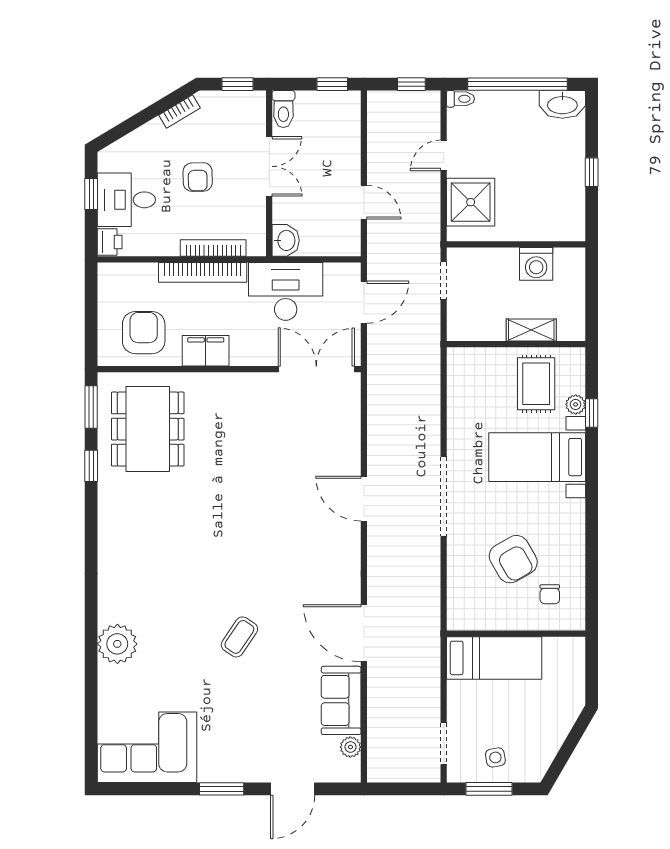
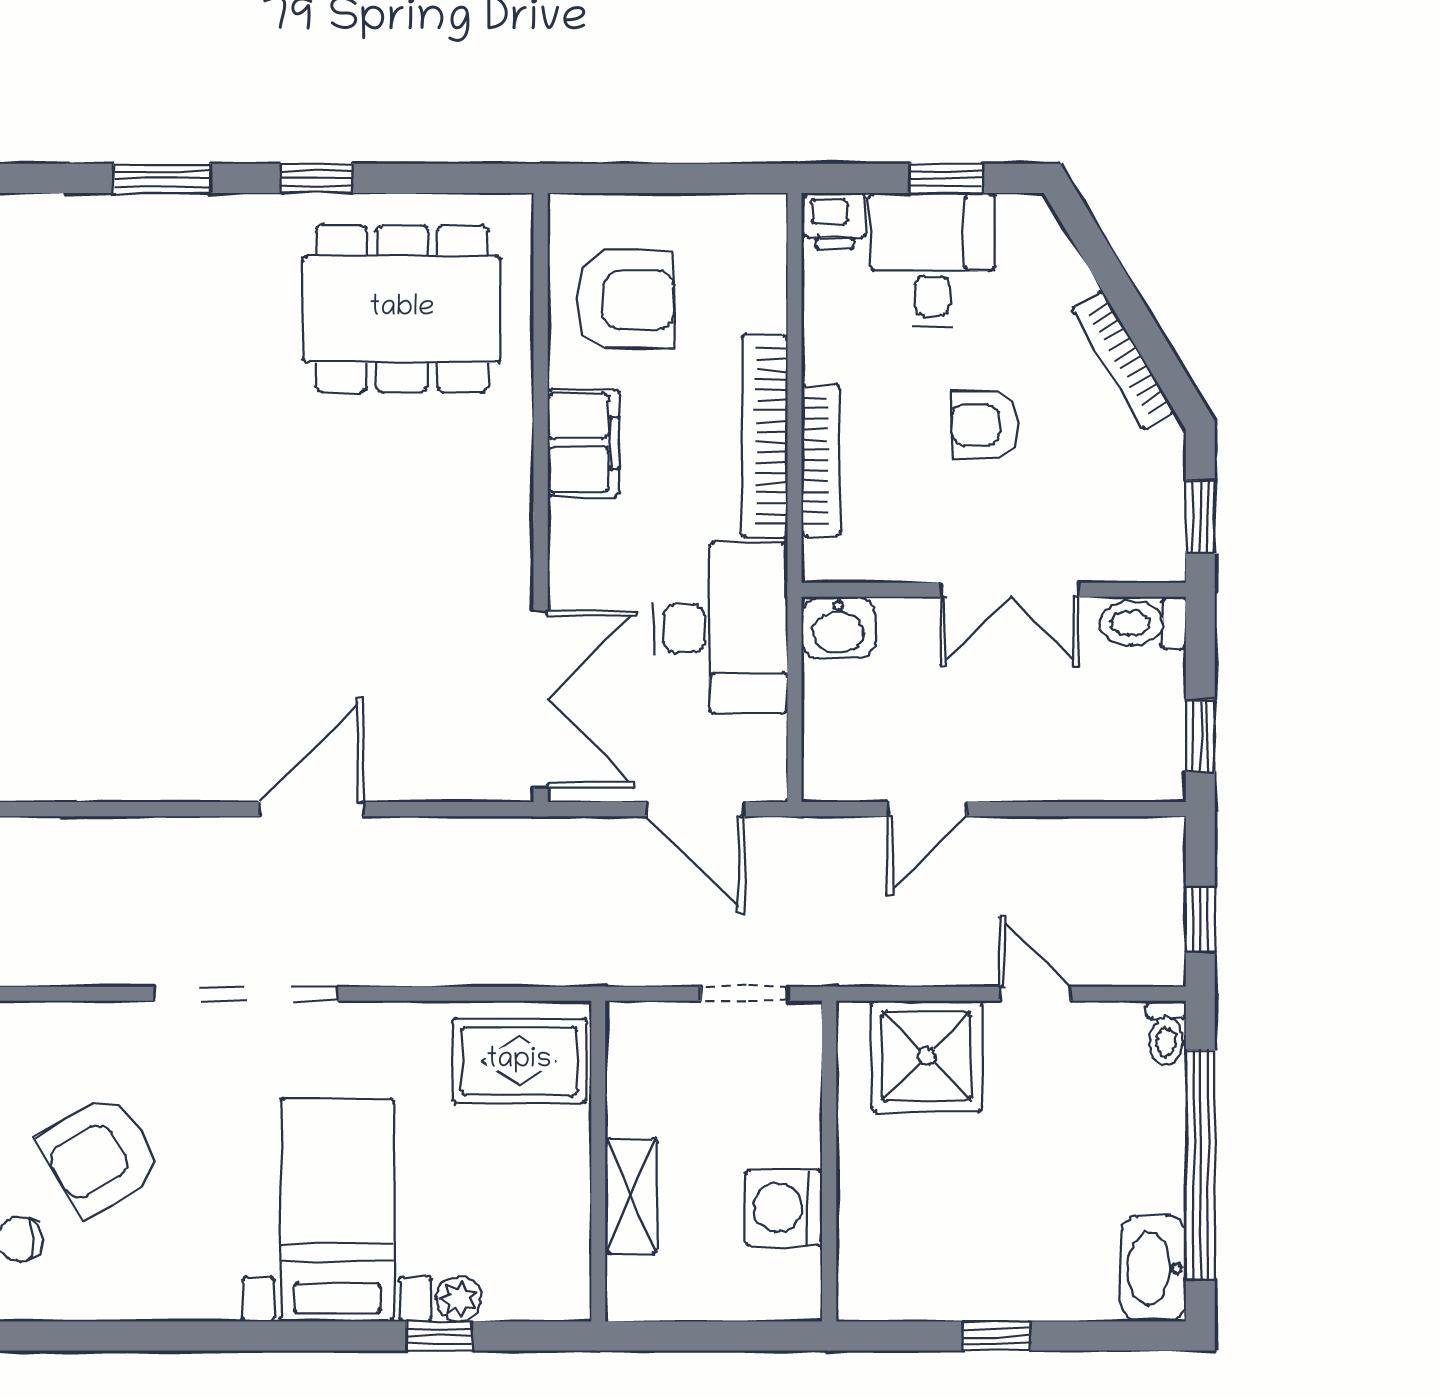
bookcase: (179, 112) -> (1123, 361), width x1.56
rug: (536, 384) -> (519, 1061), moved
window: (91, 407) -> (162, 178), moved
door: (364, 499) -> (311, 809), moved

